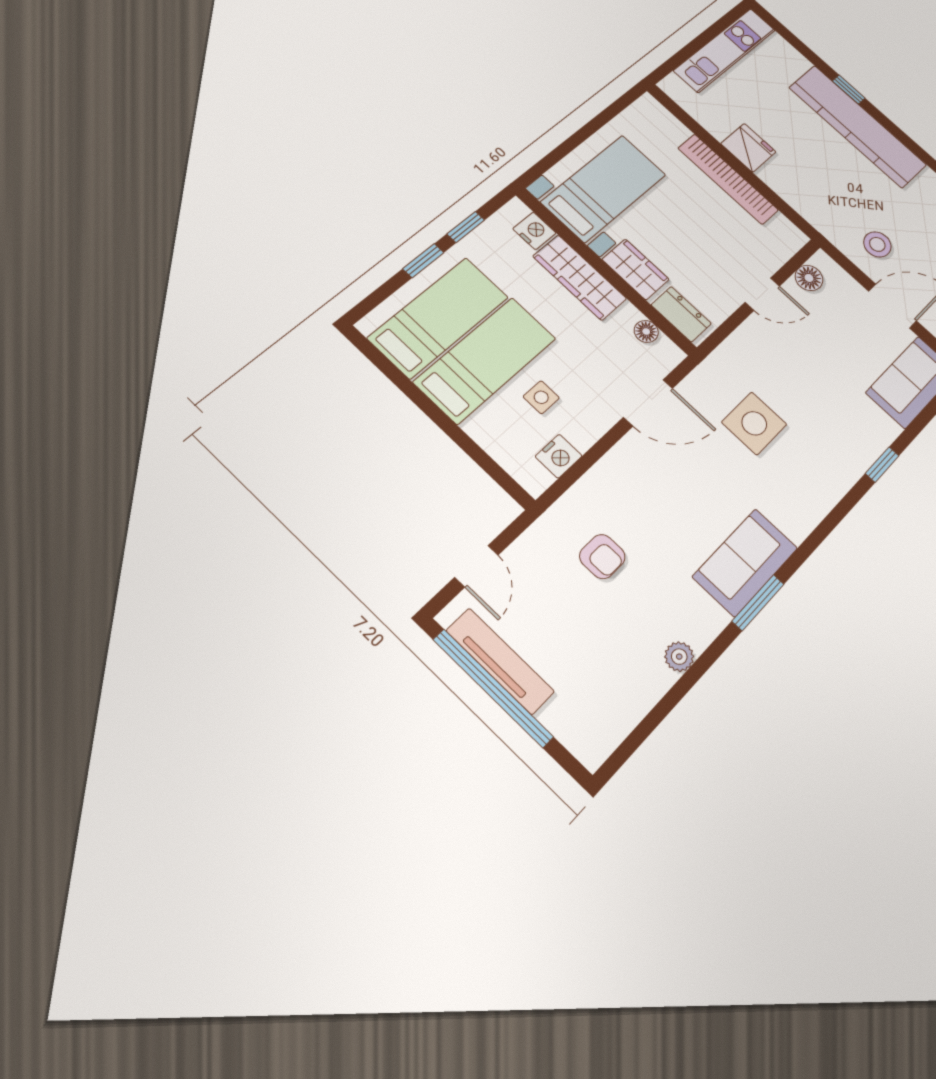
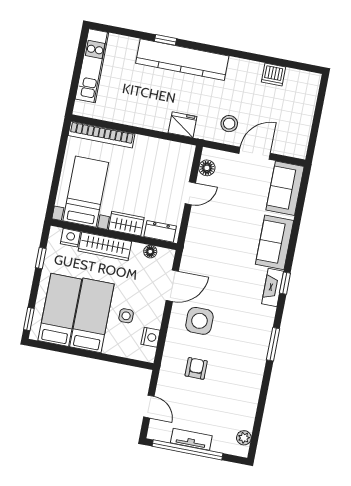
fridge: (748, 148) -> (183, 125), moved
bookcase: (728, 179) -> (101, 135), moved
window: (423, 261) -> (29, 319), moved
side table: (754, 423) -> (199, 321), moved
window: (882, 465) -> (285, 283), moved
fireplace: (810, 512) -> (273, 288), added
armchair: (602, 557) -> (196, 368), turned -90
sofa: (745, 562) -> (274, 242), moved
plant: (679, 657) -> (244, 438), moved
tv unit: (500, 661) -> (191, 439), width x0.71

